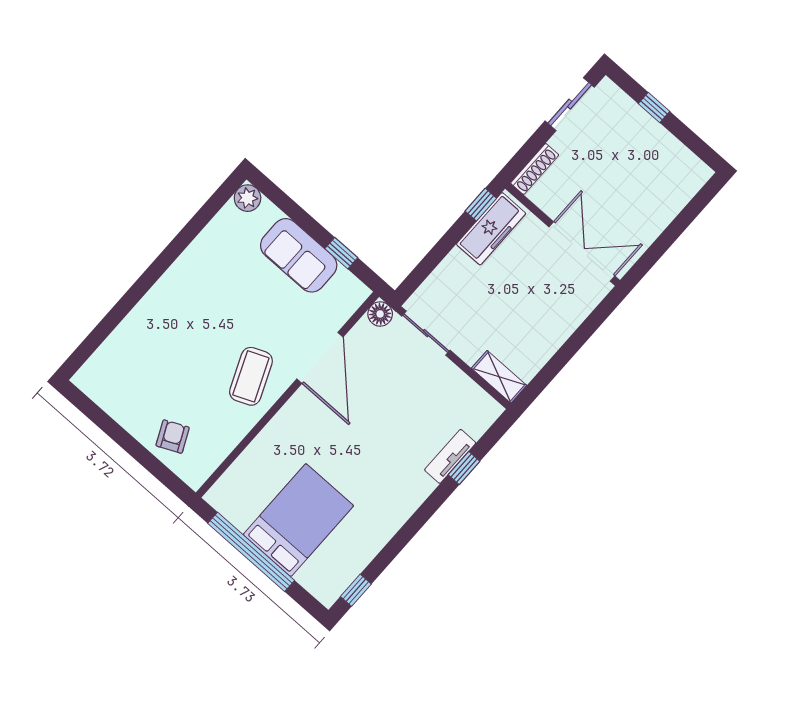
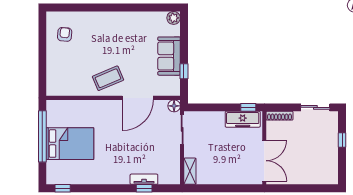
armchair: (173, 437) -> (65, 34), moved, turned -59

